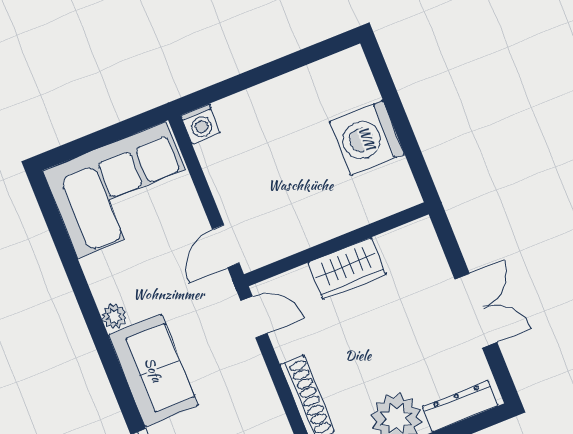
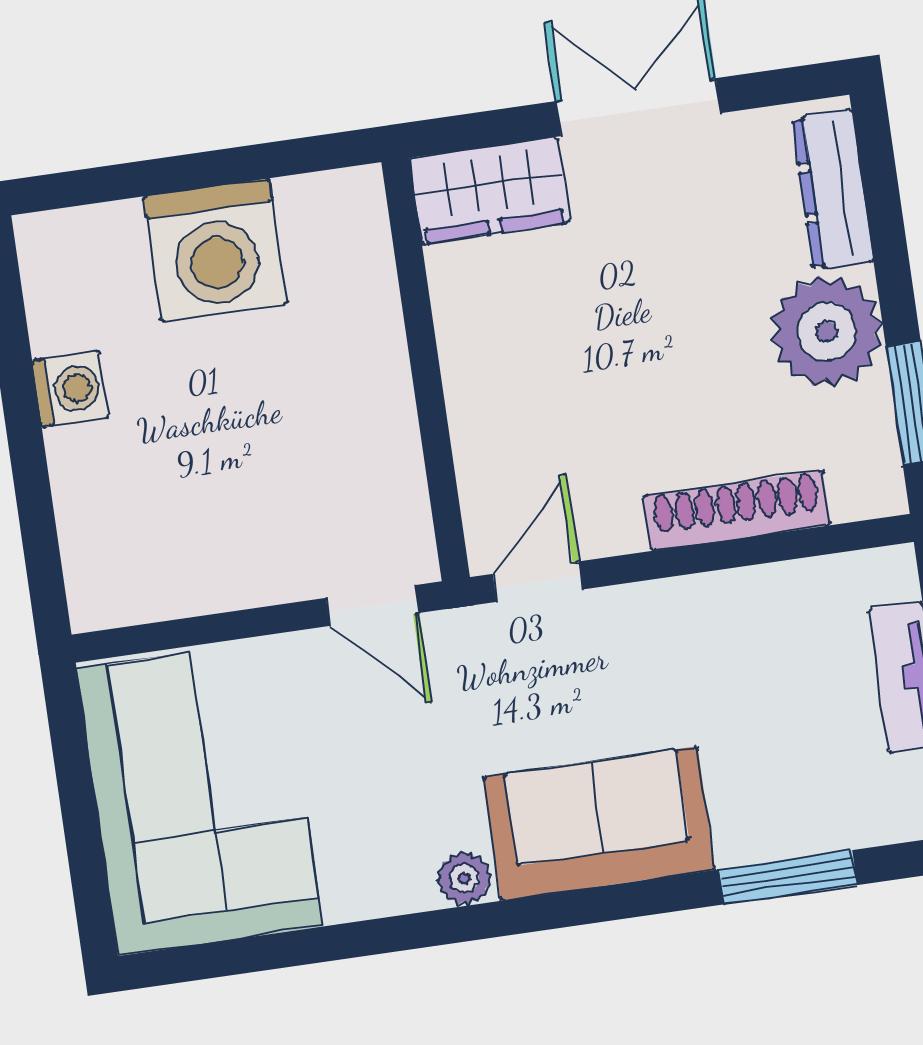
washing machine: (200, 124) -> (70, 389), moved
wardrobe: (347, 268) -> (490, 190), moved, turned 90

